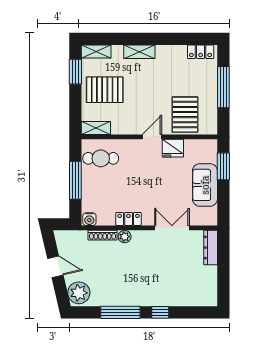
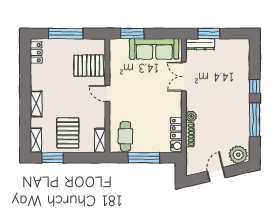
fridge: (173, 148) -> (117, 76), removed
sofa: (205, 185) -> (154, 49), width x1.36
locker: (129, 219) -> (176, 128), moved
window: (223, 258) -> (209, 34), added

